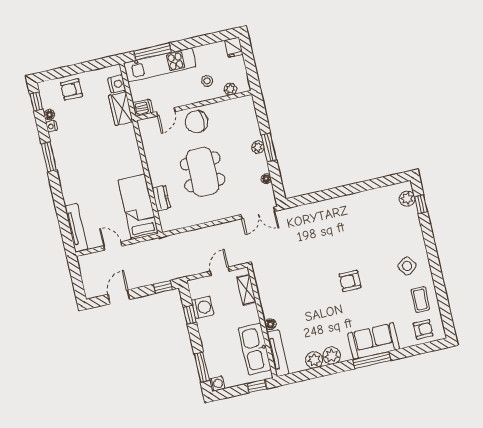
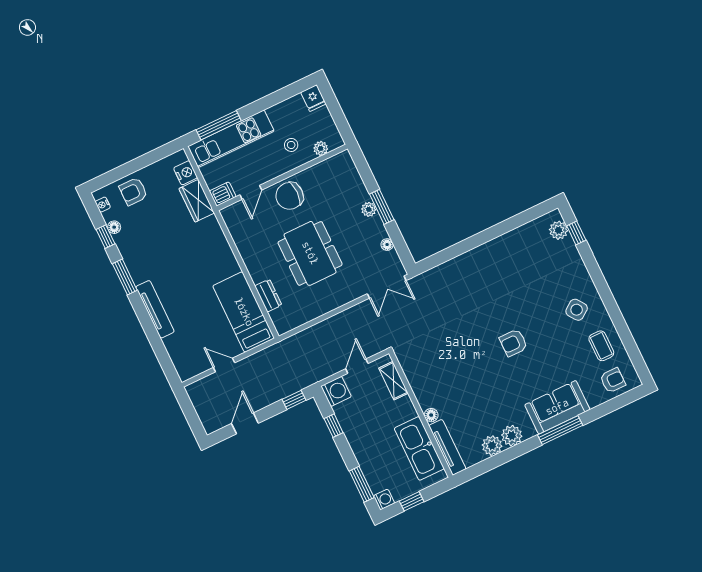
window: (36, 102) -> (105, 237), moved
nightstand: (52, 126) -> (103, 205), moved
tv unit: (76, 228) -> (155, 309), moved
washing machine: (203, 307) -> (336, 391), moved
window: (257, 386) -> (412, 501), moved

